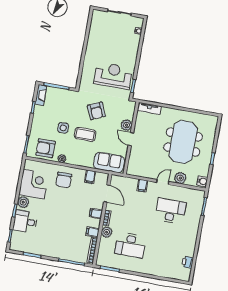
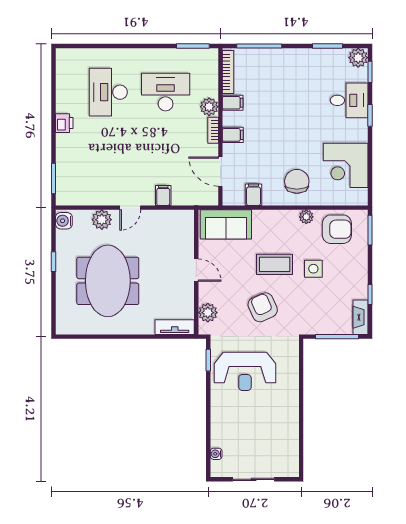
plant: (126, 125) -> (208, 313), moved
plant: (23, 202) -> (358, 58), moved
desk: (171, 211) -> (108, 92), moved, turned 90
printer: (188, 262) -> (64, 123), moved

